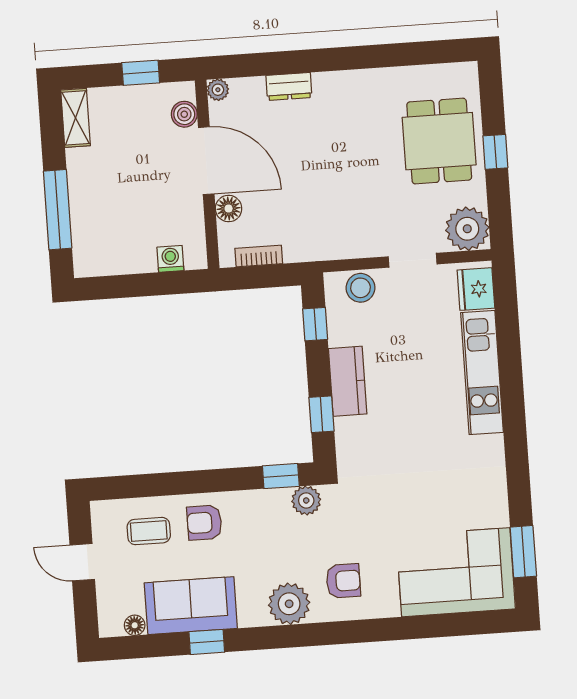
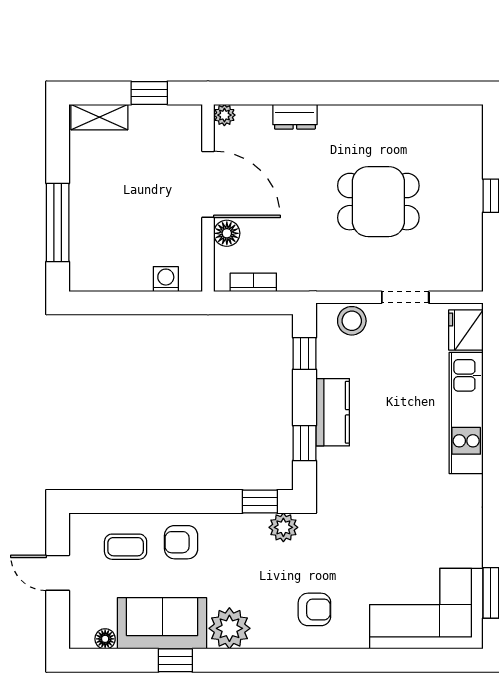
boiler: (184, 114) -> (189, 137), removed
shelving: (76, 118) -> (99, 117), moved, turned 90
dining table: (439, 141) -> (378, 202), moved, turned 90
plant: (467, 229) -> (461, 270), removed
plant: (289, 604) -> (229, 628), moved

